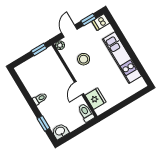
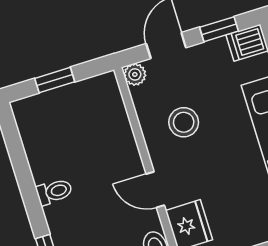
window: (39, 49) -> (55, 80), moved
door: (79, 88) -> (155, 190), hinge flipped

